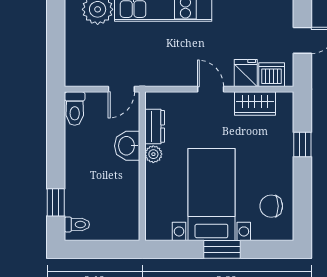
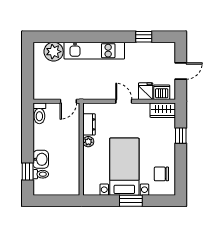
wardrobe: (255, 104) -> (163, 110), moved
washbasin: (127, 146) -> (41, 159), moved, turned 180
toilet: (77, 224) -> (41, 174), moved

